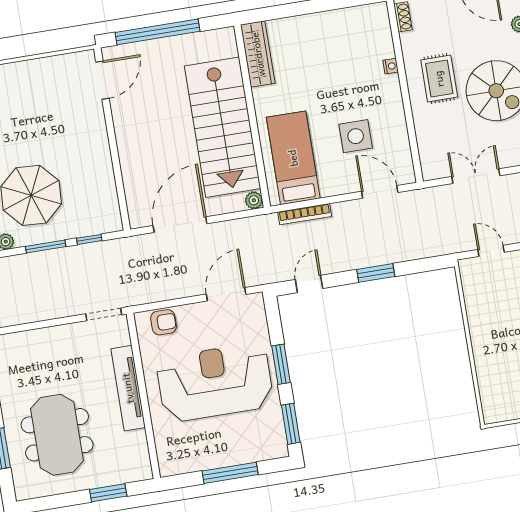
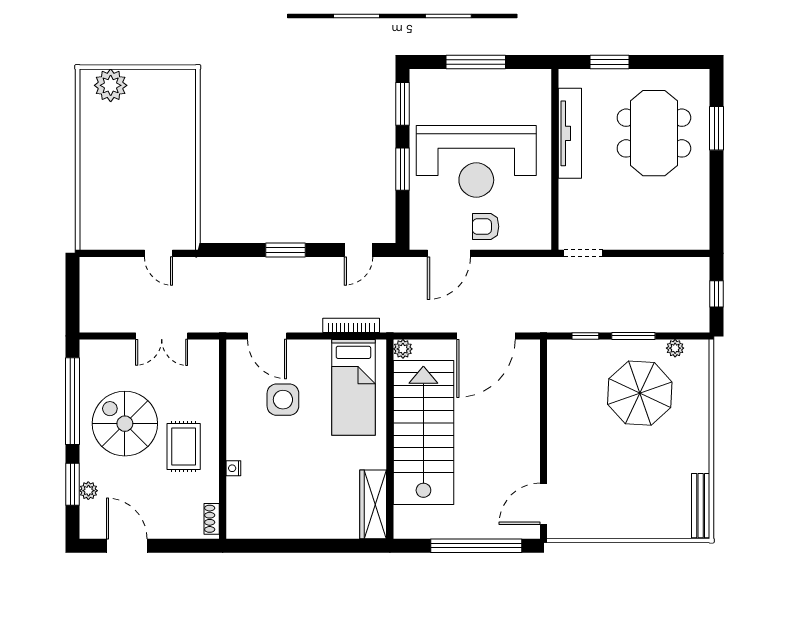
armchair: (164, 322) -> (486, 226), moved
tv unit: (128, 388) -> (570, 133), moved

